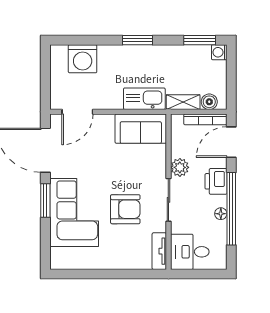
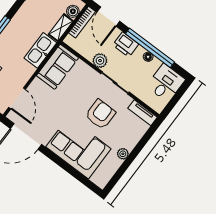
window: (45, 201) -> (57, 160), removed
desk: (190, 252) -> (166, 83), moved, turned 180
plant: (102, 262) -> (123, 154), added

